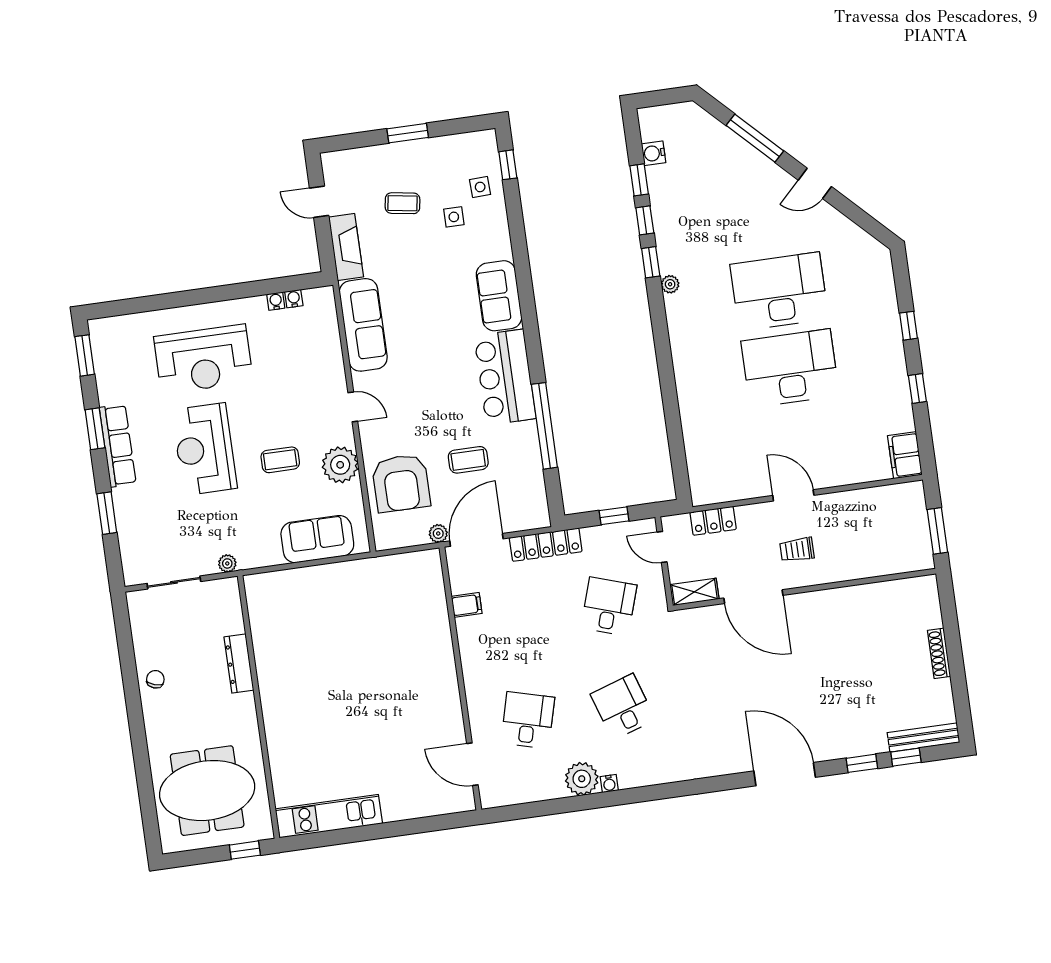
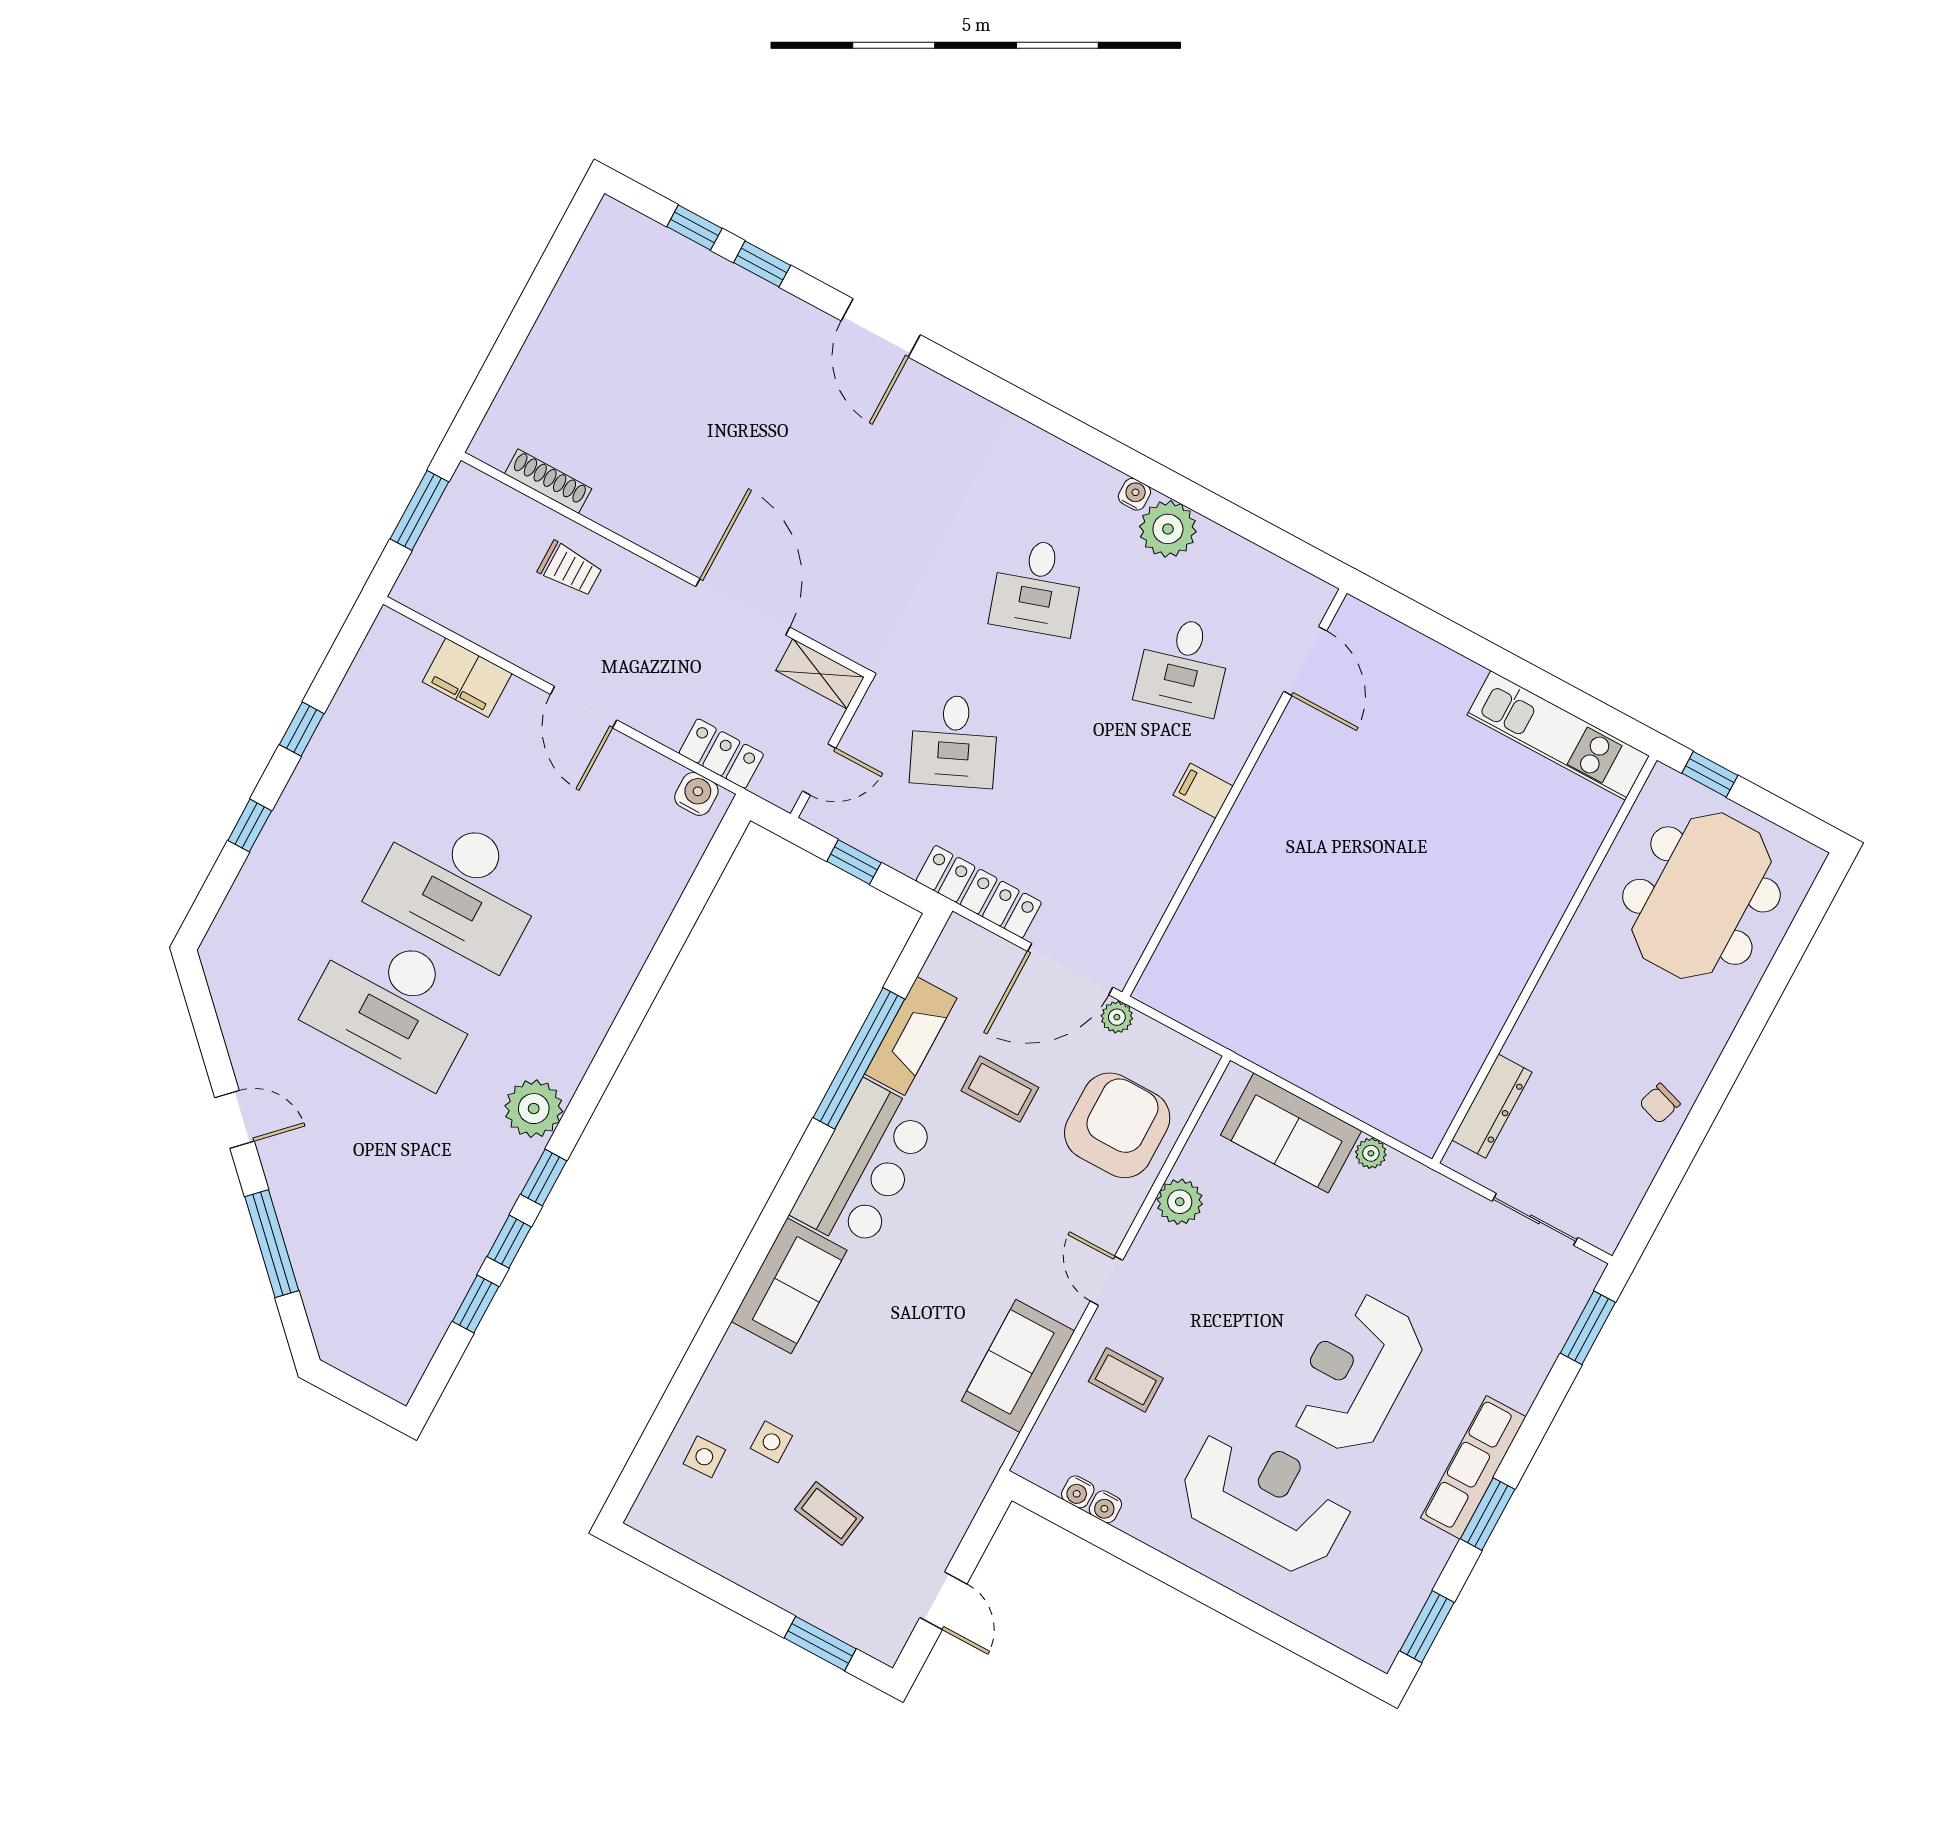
window: (408, 133) -> (820, 1643), moved
water cooler: (654, 153) -> (696, 794), moved, turned -90
window: (508, 165) -> (643, 1459), removed
fireplace: (346, 247) -> (911, 1036), moved, turned 180
plant: (670, 284) -> (534, 1109), width x1.88, depth x1.88
sofa: (363, 325) -> (1018, 1366), width x0.73
reception desk: (205, 449) -> (1356, 1374), turned 180
filing cabinet: (905, 455) -> (467, 678), moved, turned 90
coffee table: (280, 460) -> (1126, 1380), moved
plant: (340, 465) -> (1180, 1202), width x0.73, depth x0.73
window: (107, 513) -> (1588, 1328), moved
door: (662, 547) -> (819, 770), hinge flipped
trolley: (797, 550) -> (570, 569), moved
plant: (227, 563) -> (1371, 1153), moved
filing cabinet: (467, 605) -> (1203, 791), moved
desk: (609, 607) -> (954, 741), turned -42
shoe rack: (939, 653) -> (548, 481), moved, turned -90
dresser: (239, 664) -> (1492, 1106), moved
desk: (528, 720) -> (1183, 666), turned -30
bench: (924, 737) -> (650, 237), removed
door: (785, 774) -> (881, 328), width x0.73
meeting table: (207, 791) -> (1701, 896), turned 90

